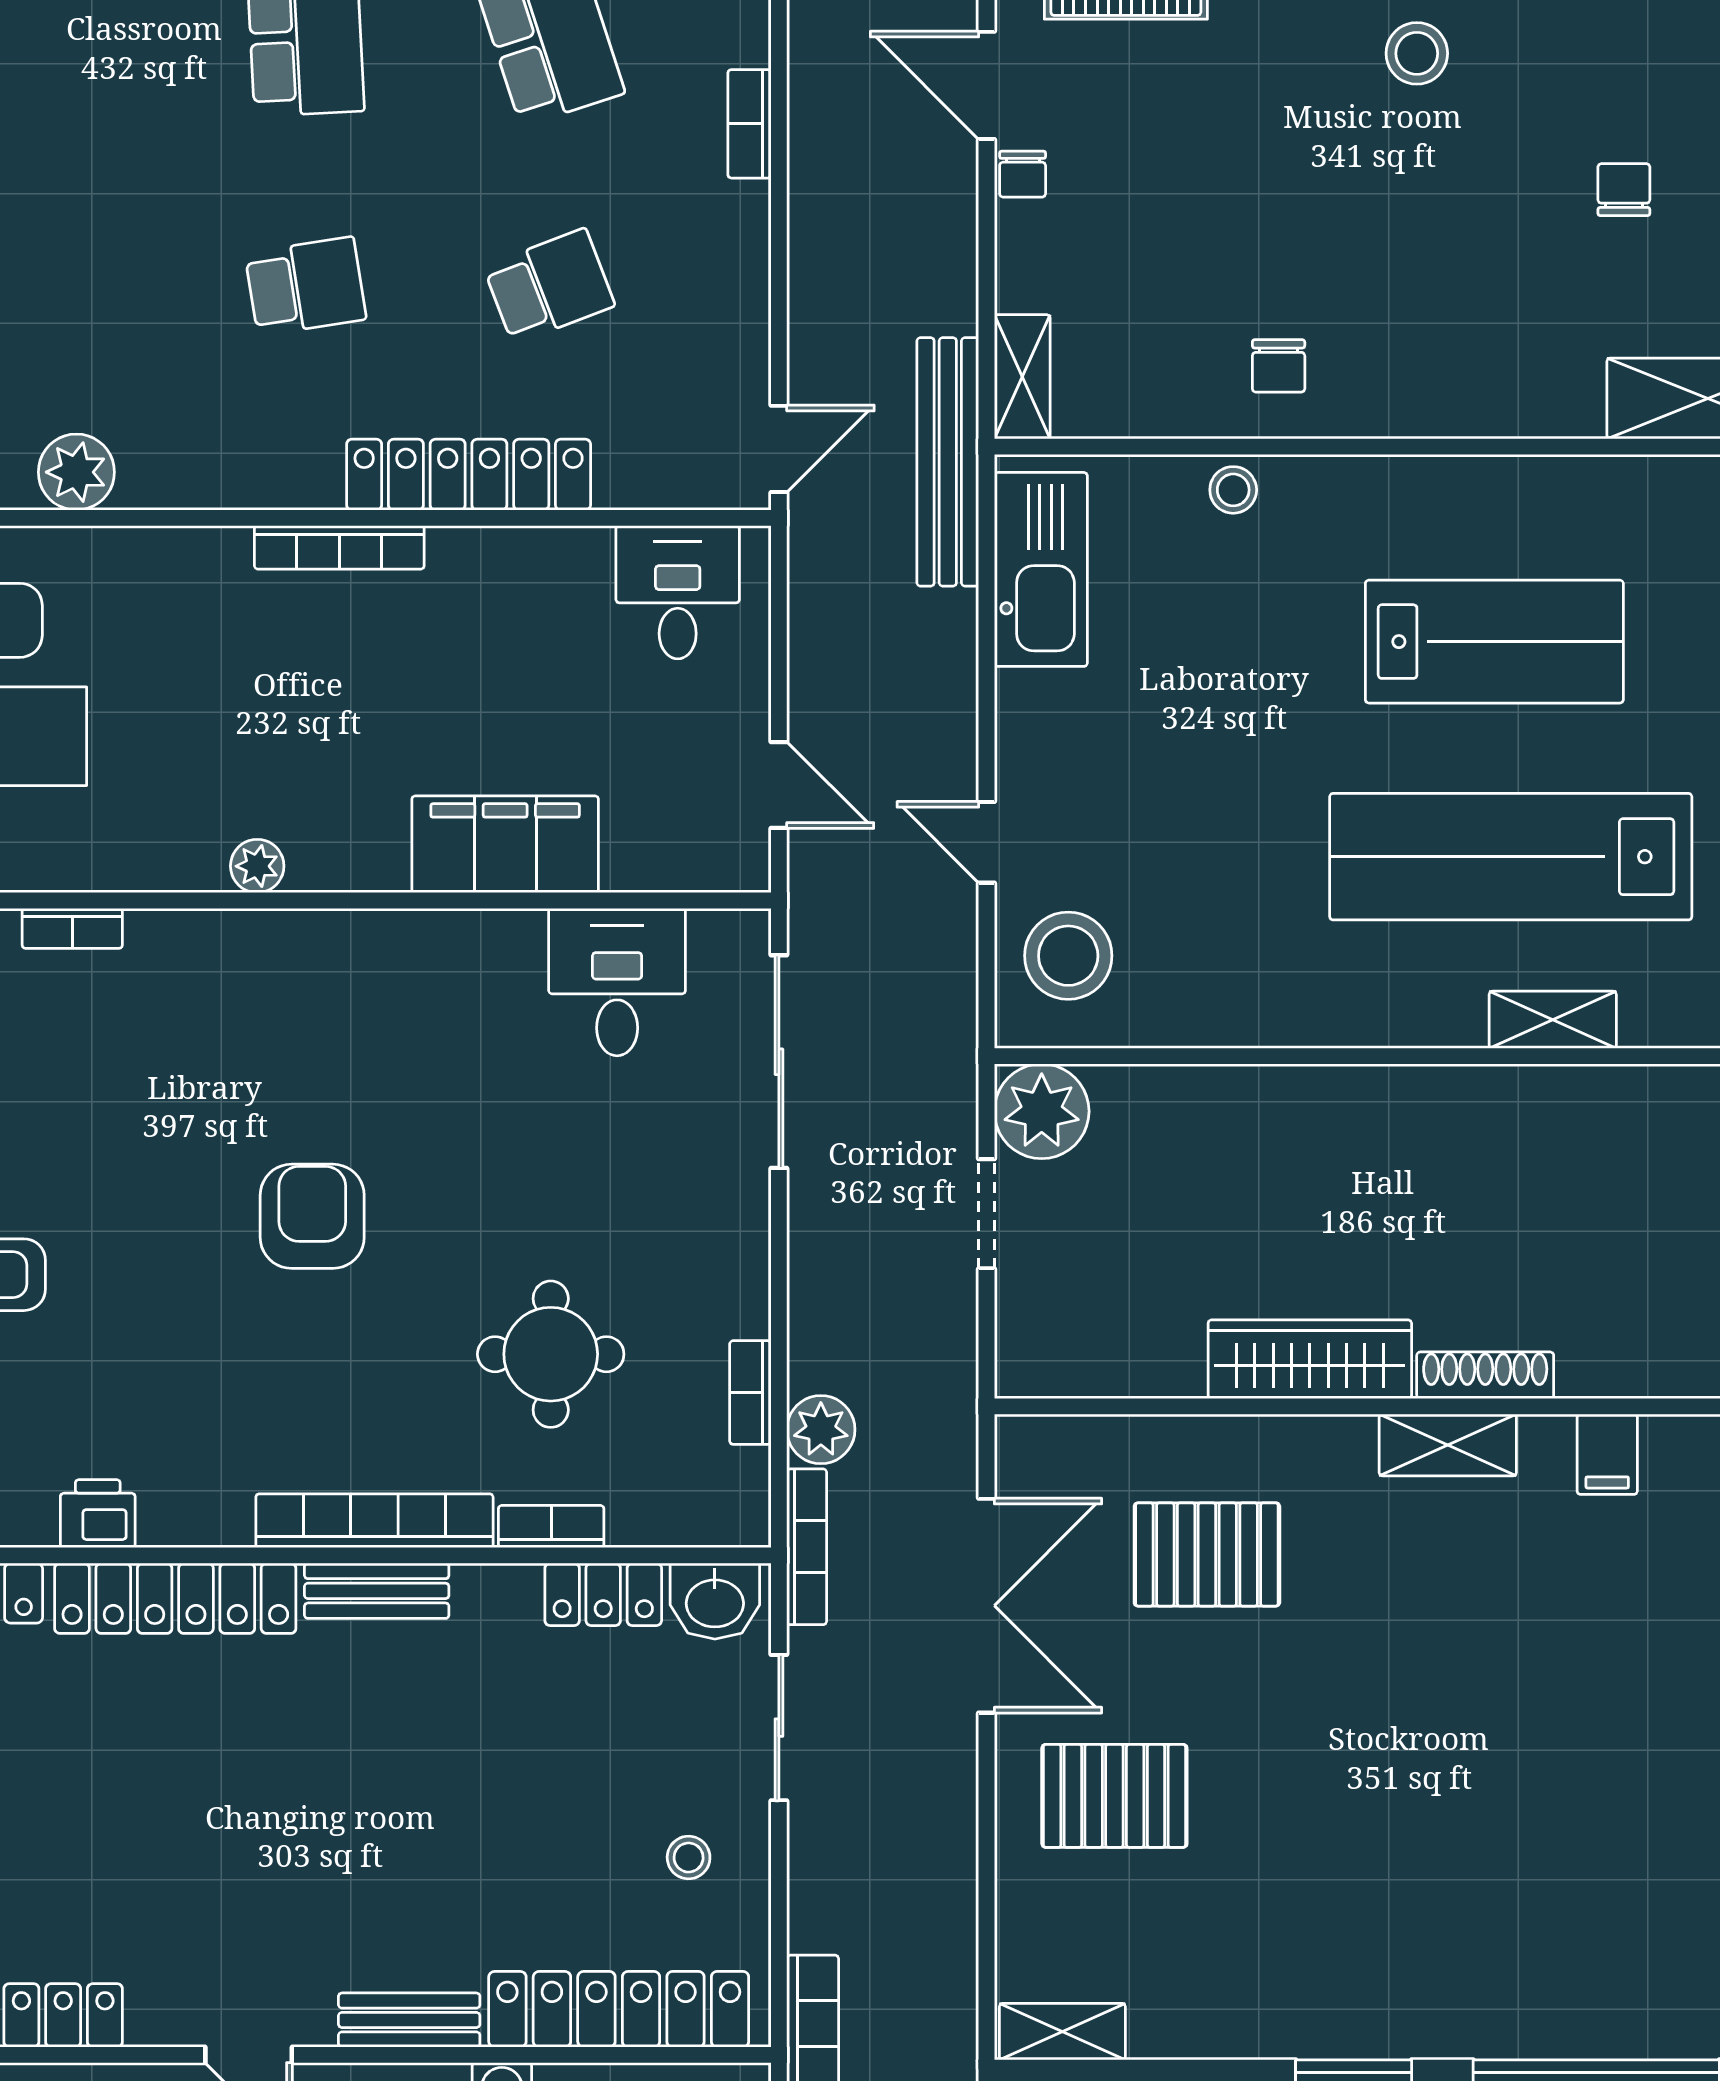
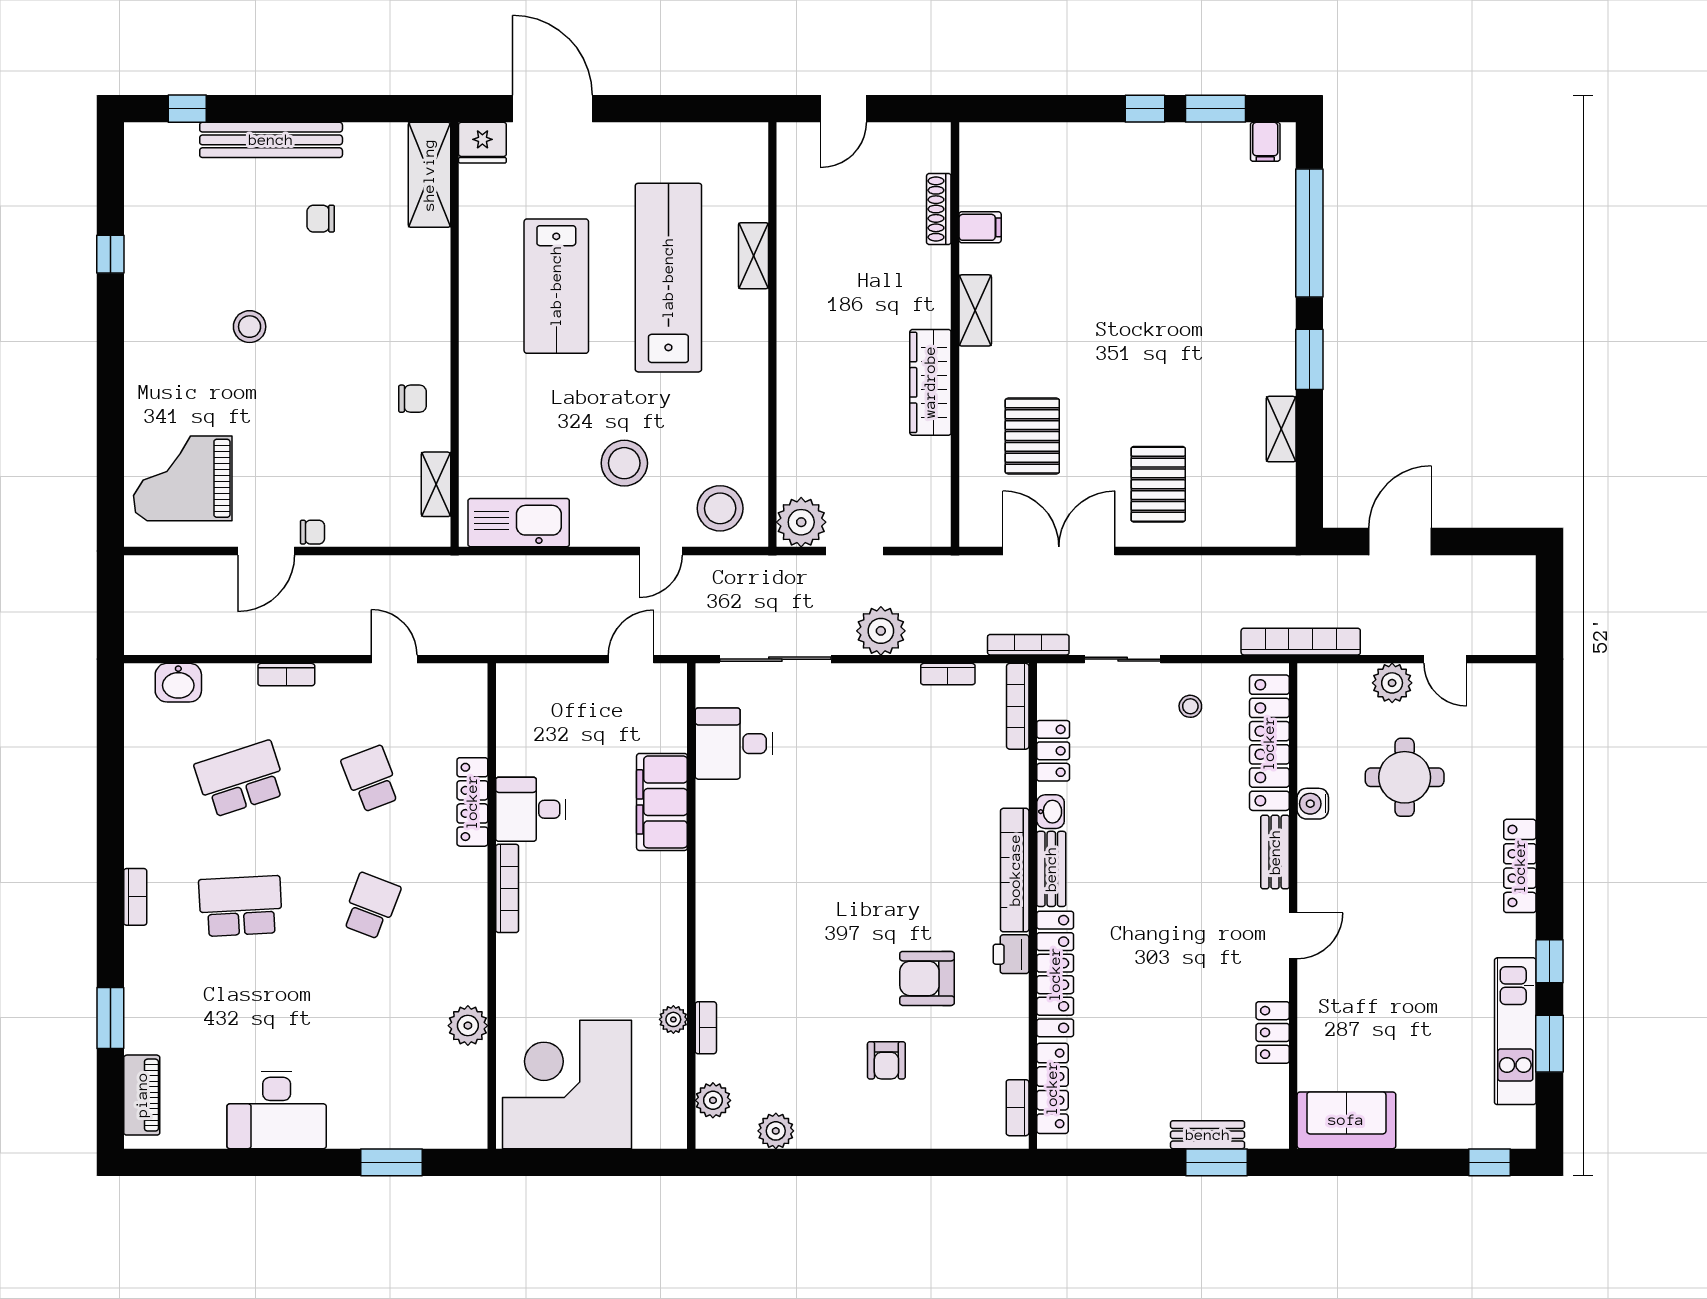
school desk: (306, 286) -> (371, 906), turned 30
shelving: (1022, 377) -> (436, 484), moved, turned 90
door: (779, 449) -> (394, 659), moved
bench: (948, 462) -> (463, 571), removed
locker: (469, 475) -> (472, 802), width x0.71, depth x0.83
stool: (1233, 490) -> (624, 463), moved, width x1.89, depth x1.89
desk: (678, 592) -> (531, 809), moved
lab bench: (1494, 642) -> (556, 286), turned 180
lab bench: (1511, 857) -> (668, 278), turned 180
plant: (257, 866) -> (673, 1019), moved
armchair: (312, 1216) -> (927, 978), moved
round table: (551, 1354) -> (928, 778), removed
shoe rack: (1485, 1375) -> (939, 209), moved
plant: (821, 1430) -> (881, 631), moved, width x1.36, depth x1.36
printer: (98, 1514) -> (1011, 954), moved
bookcase: (551, 1527) -> (1018, 706), moved, width x1.56
washbasin: (715, 1601) -> (1051, 812), moved, width x0.72, depth x0.69
shelving: (1062, 2032) -> (1281, 429), moved

